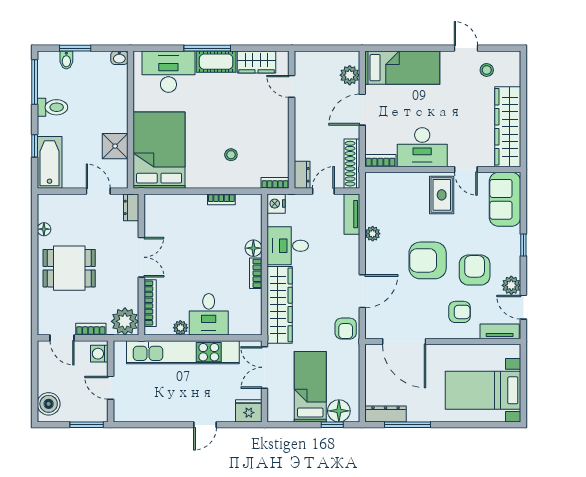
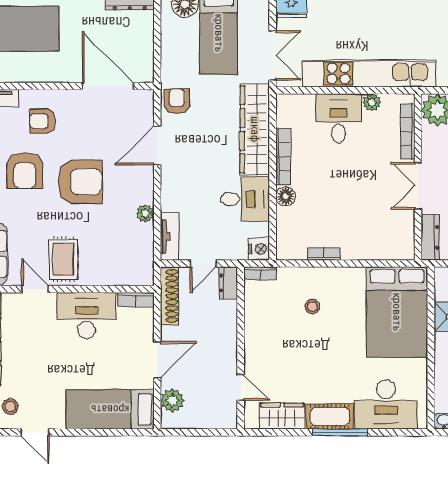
dresser: (131, 207) -> (430, 237), width x1.44
bookcase: (256, 273) -> (283, 156), width x1.56

